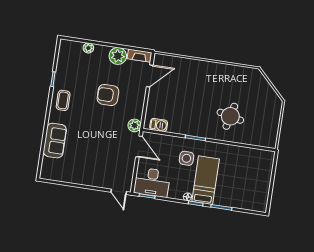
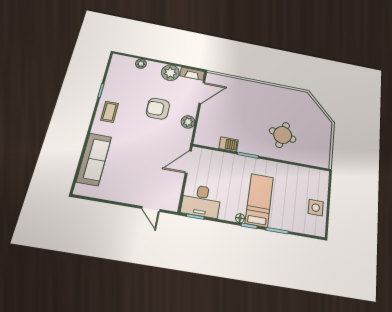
plant: (134, 125) -> (188, 122), moved
barbecue: (159, 125) -> (229, 144), moved
sofa: (55, 141) -> (94, 159), width x1.36
door: (139, 147) -> (188, 162), swing flipped
side table: (186, 158) -> (316, 208), moved
door: (119, 192) -> (151, 209), moved

